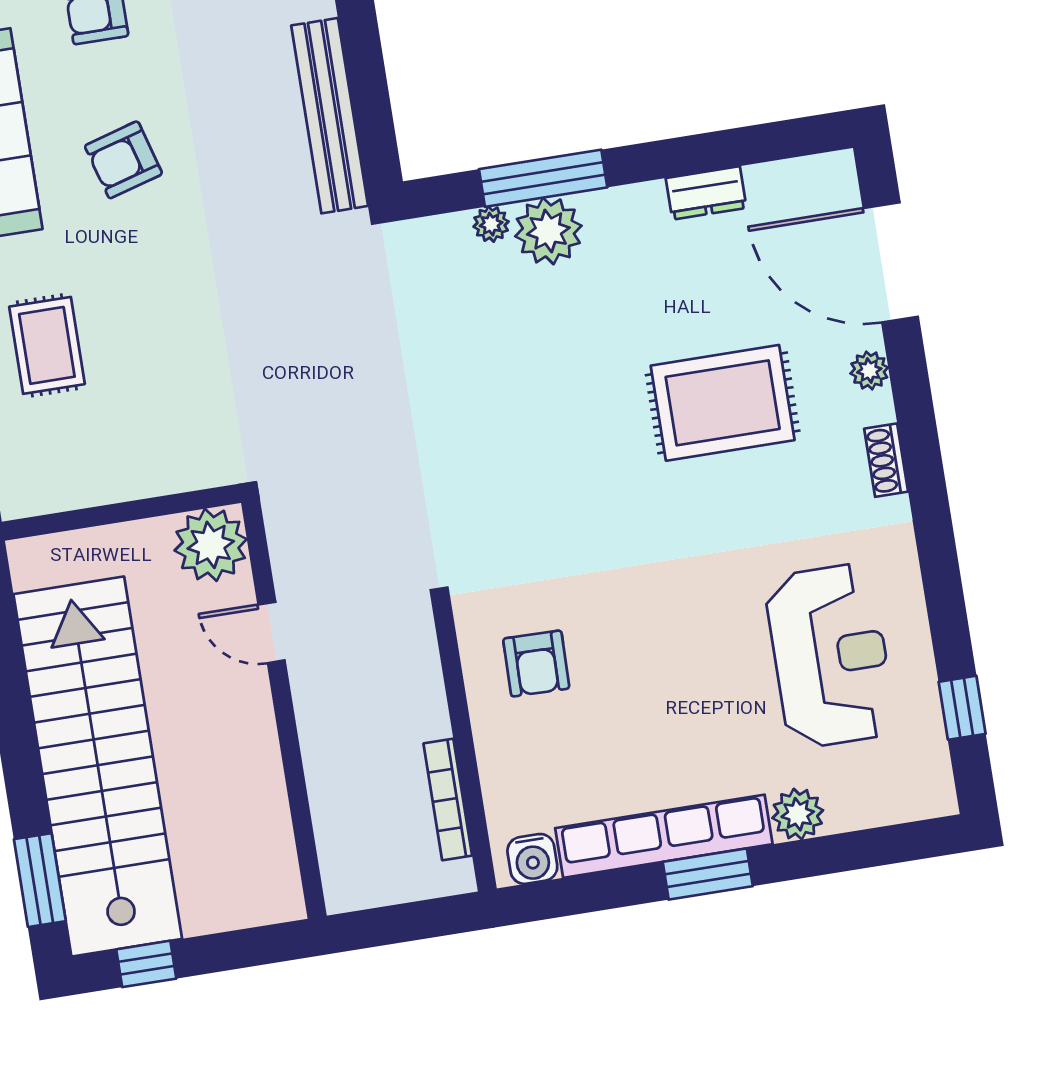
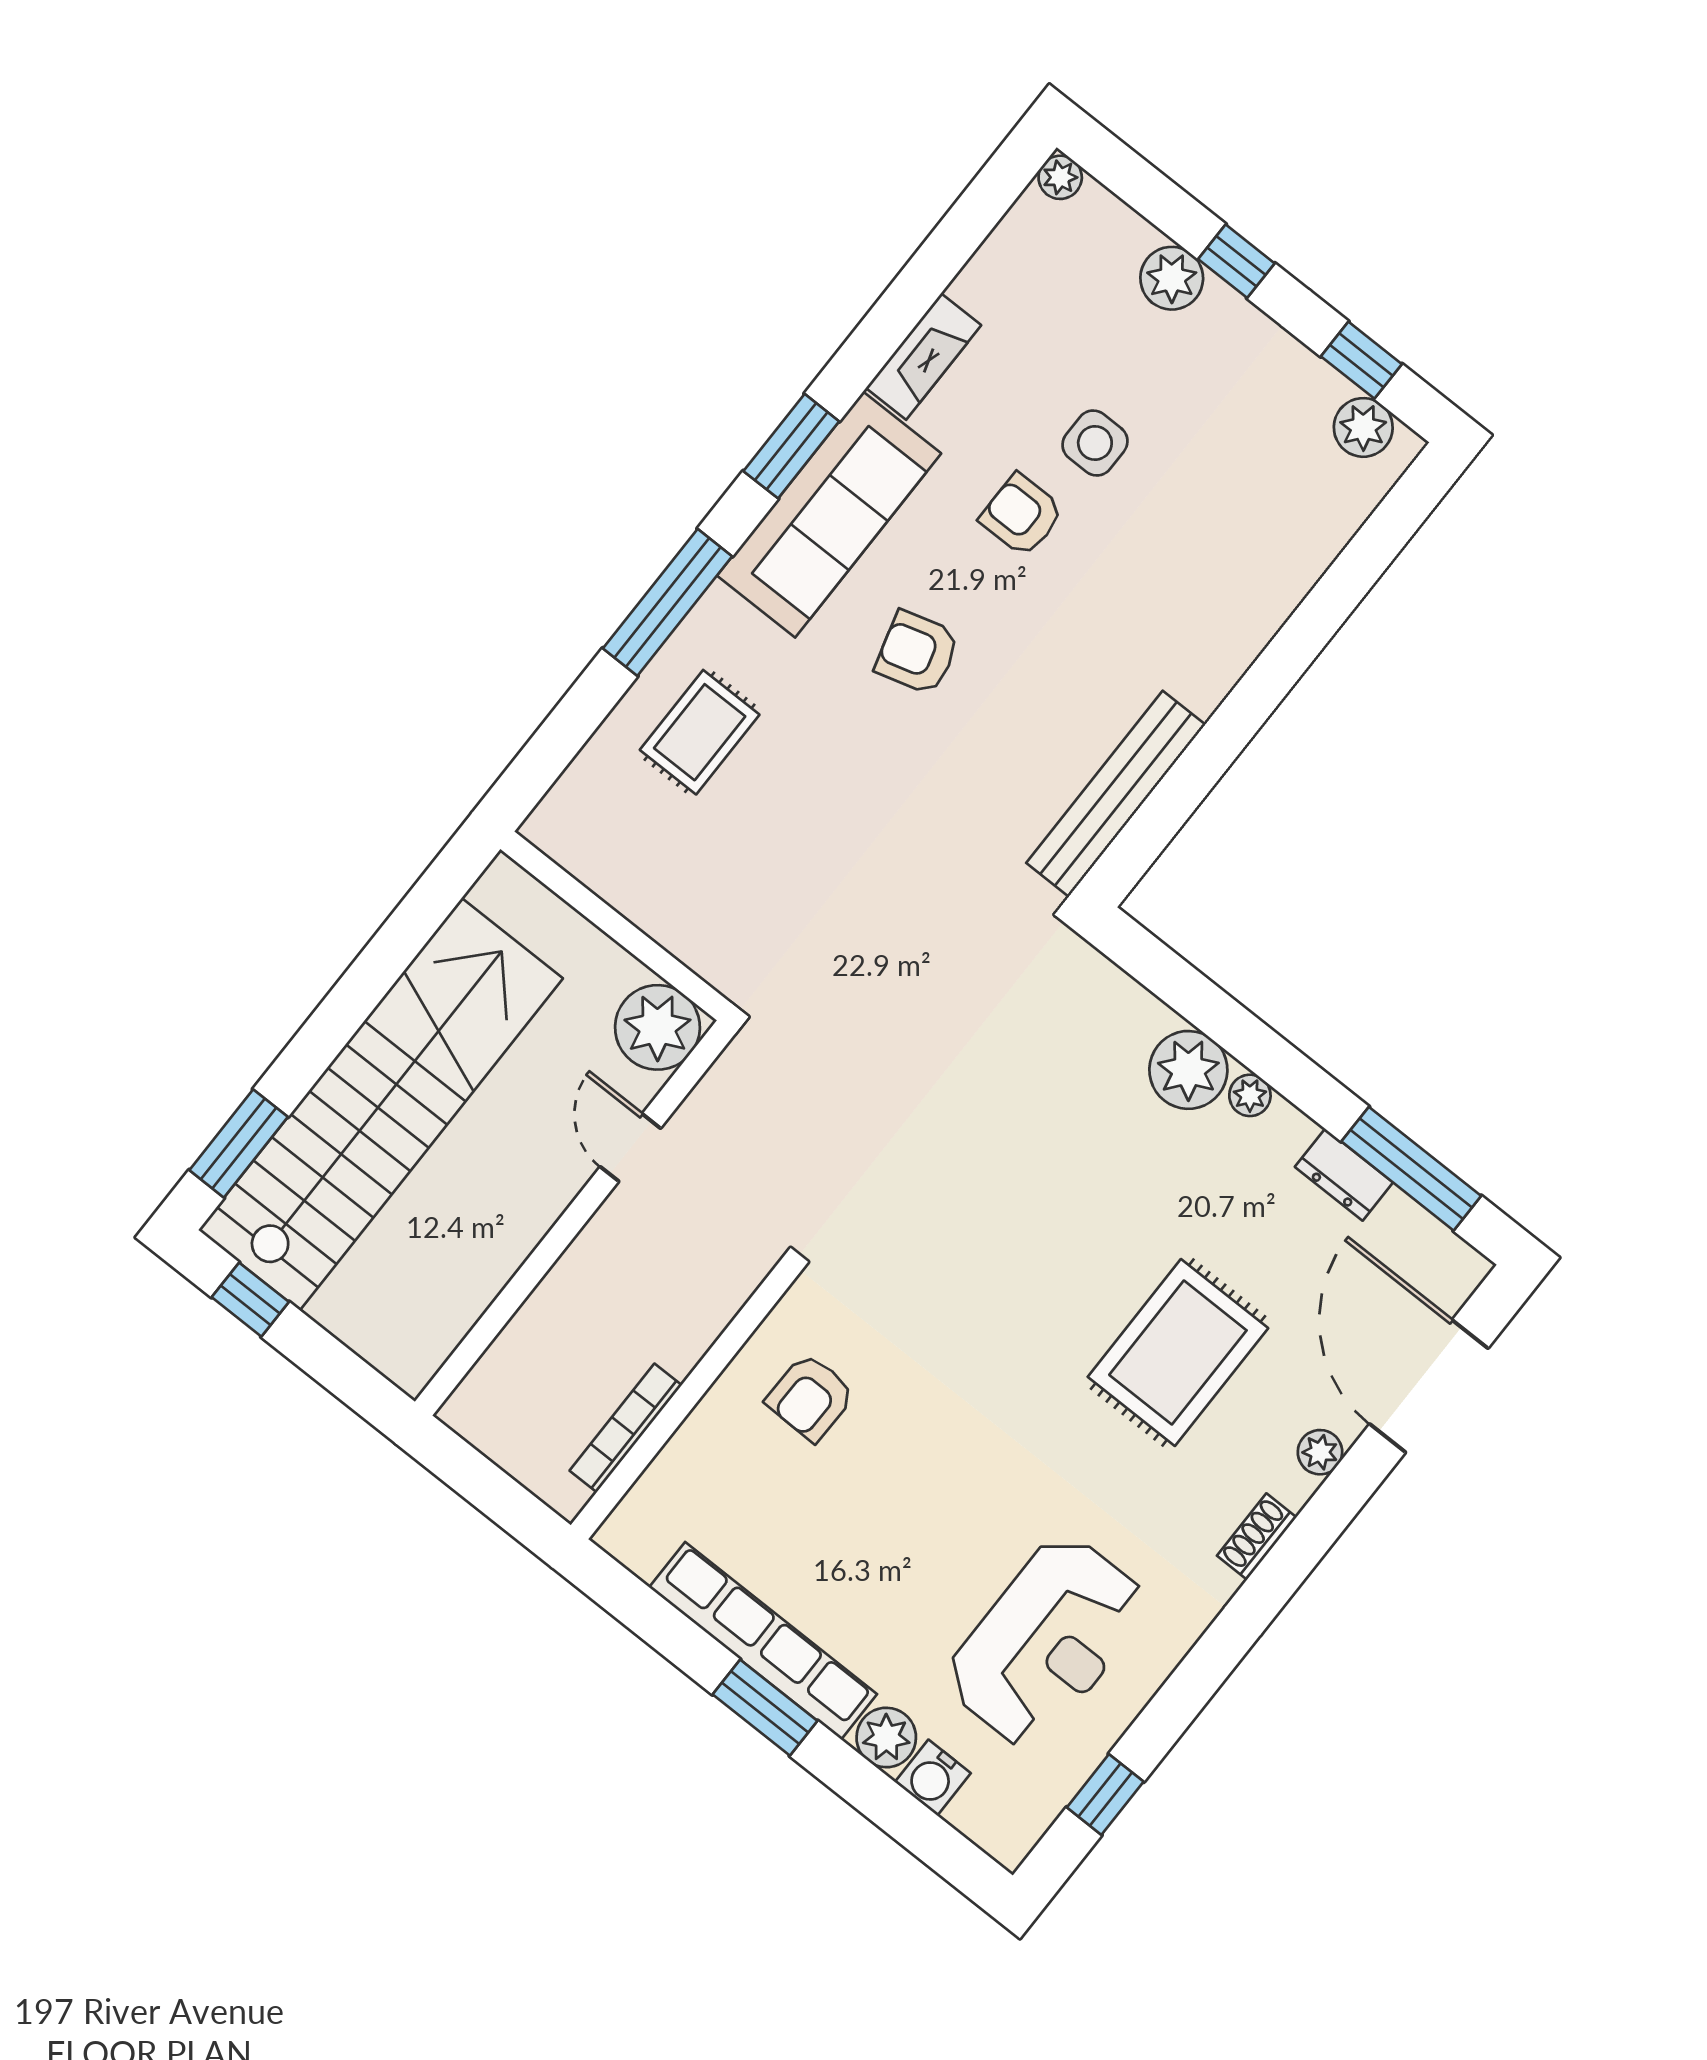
window: (543, 178) -> (1411, 1169), moved
plant: (491, 224) -> (1250, 1095), moved
rug: (723, 403) -> (1178, 1353), turned 90
water cooler: (532, 859) -> (933, 1778), moved

